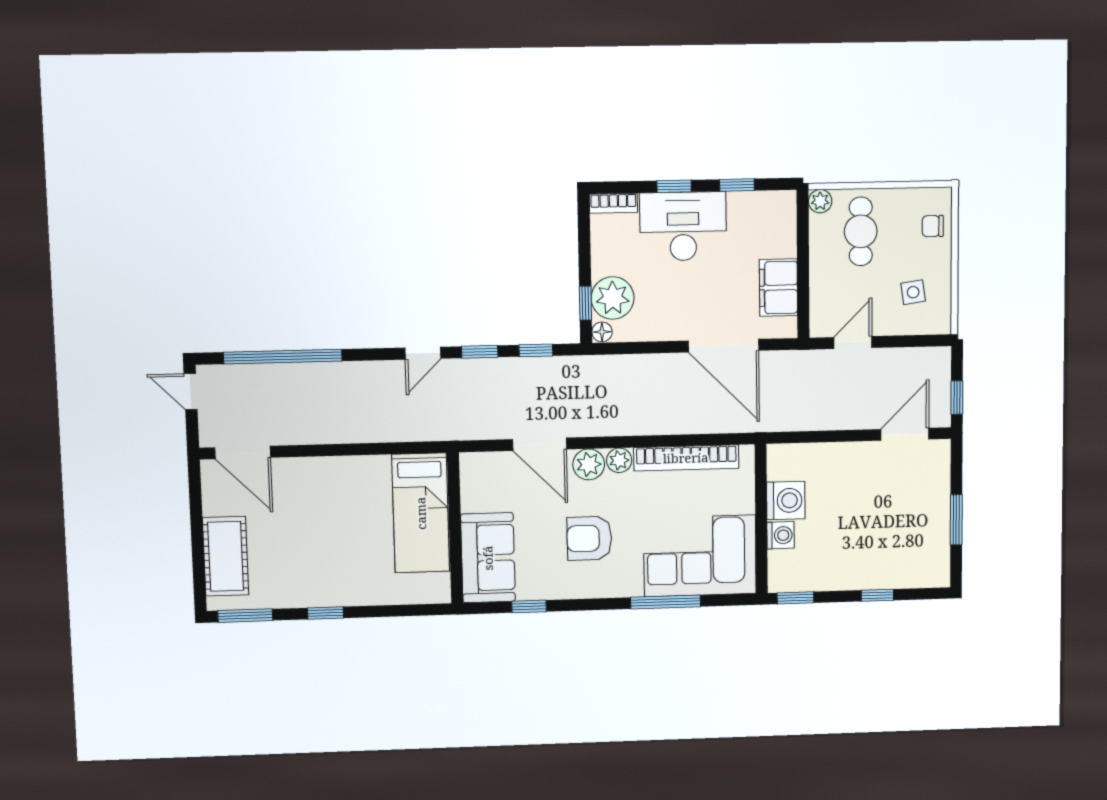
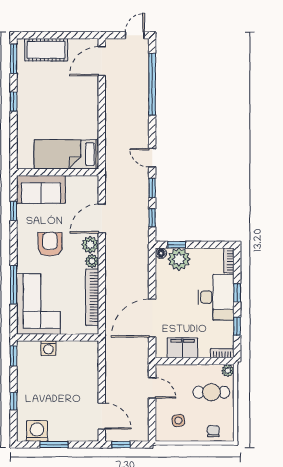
bookcase: (788, 212) -> (222, 353), added
washing machine: (786, 500) -> (37, 431), moved, turned 180

